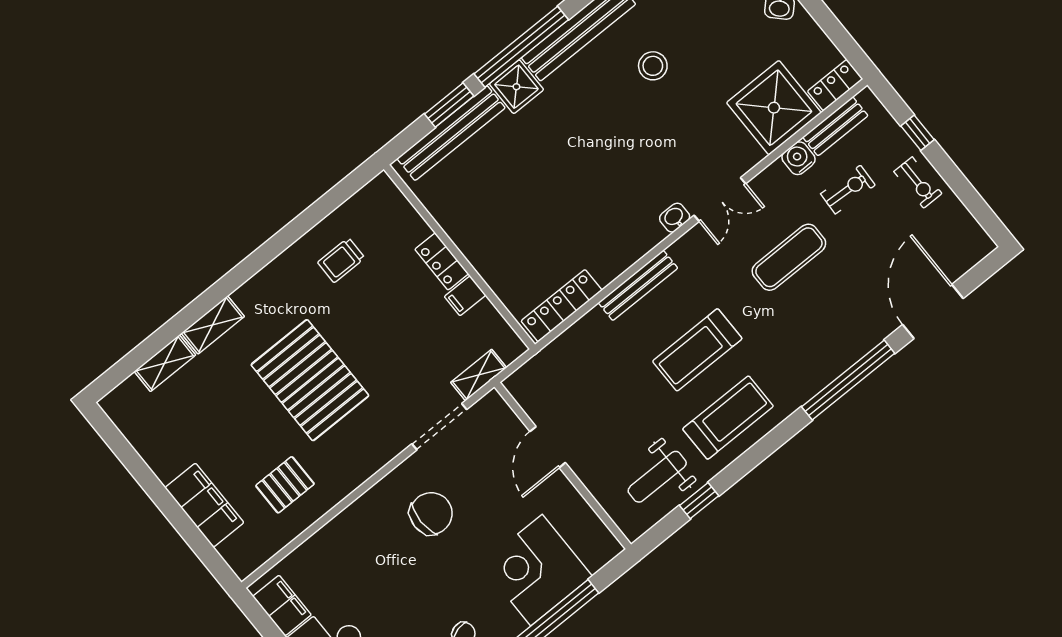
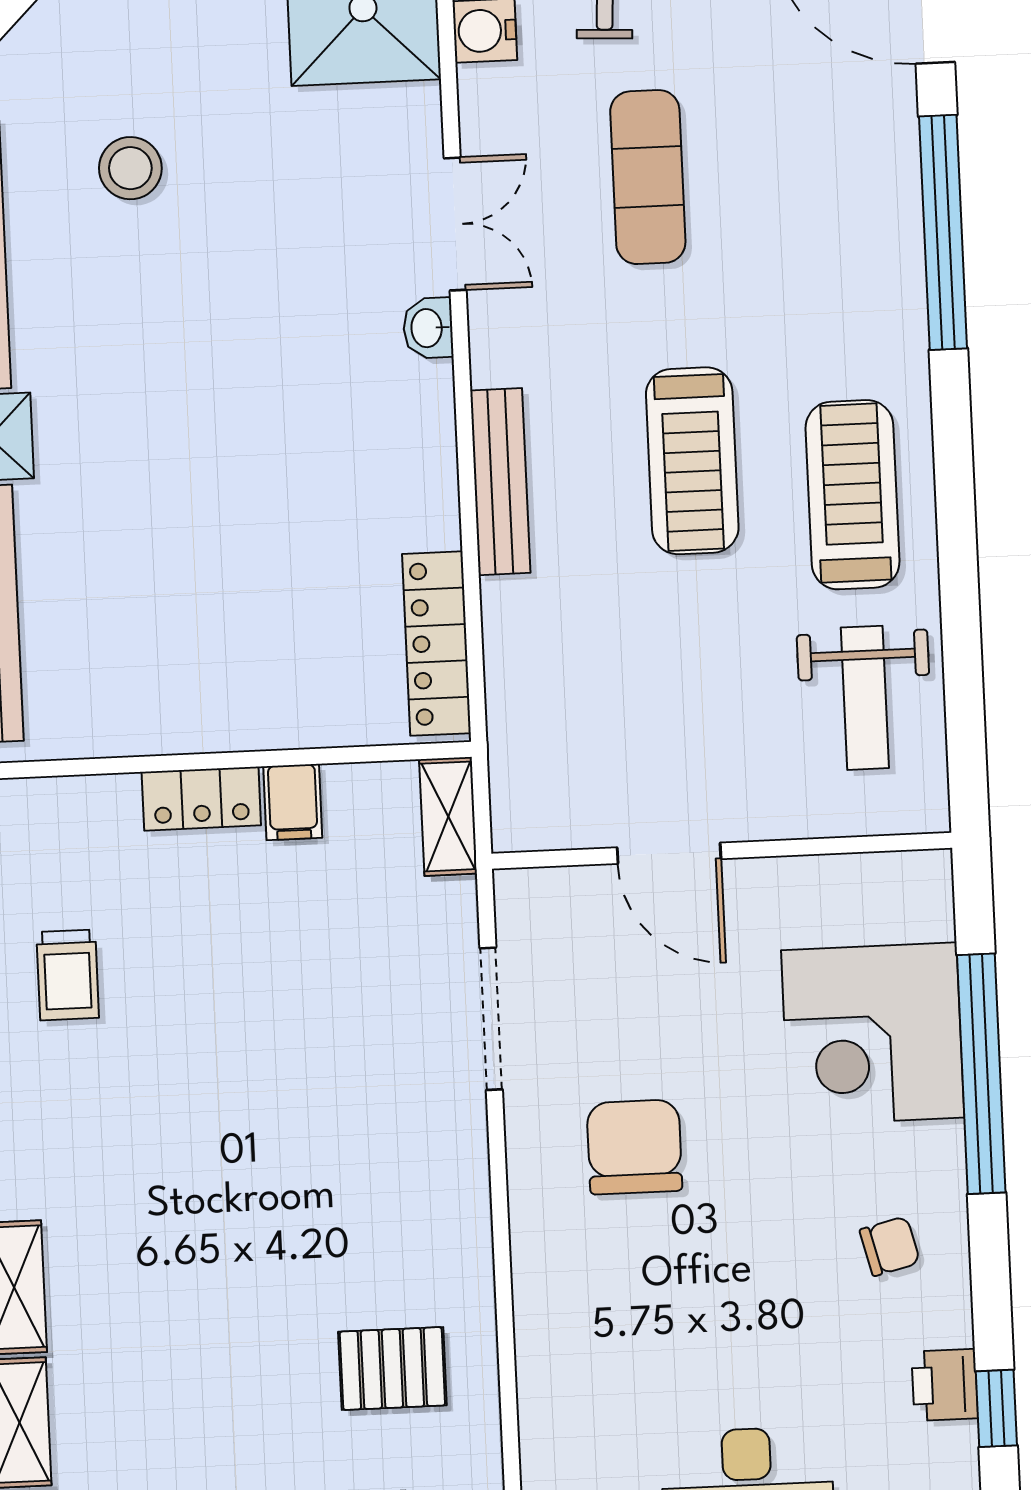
shelving: (479, 375) -> (448, 816), moved
pallet: (310, 380) -> (239, 1187), removed
pallet: (285, 485) -> (392, 1369), turned 90
window: (699, 501) -> (962, 655), removed

